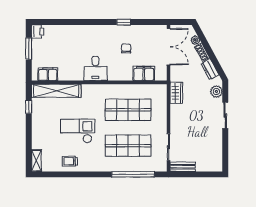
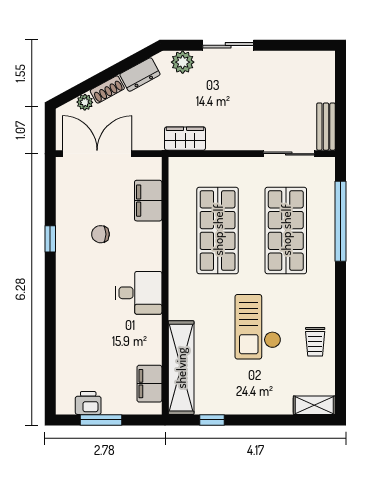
printer: (38, 32) -> (88, 403), moved

